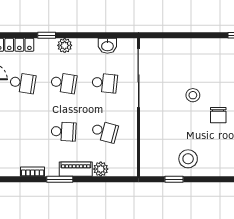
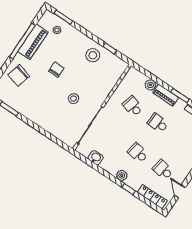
school desk: (105, 83) -> (113, 136), removed
stool: (193, 95) -> (74, 99), moved

